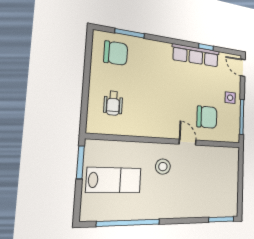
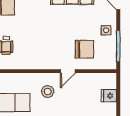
door: (188, 142) -> (68, 71), swing flipped
fridge: (231, 173) -> (109, 96), added

